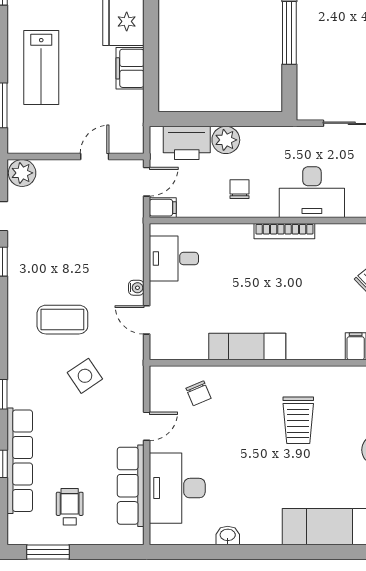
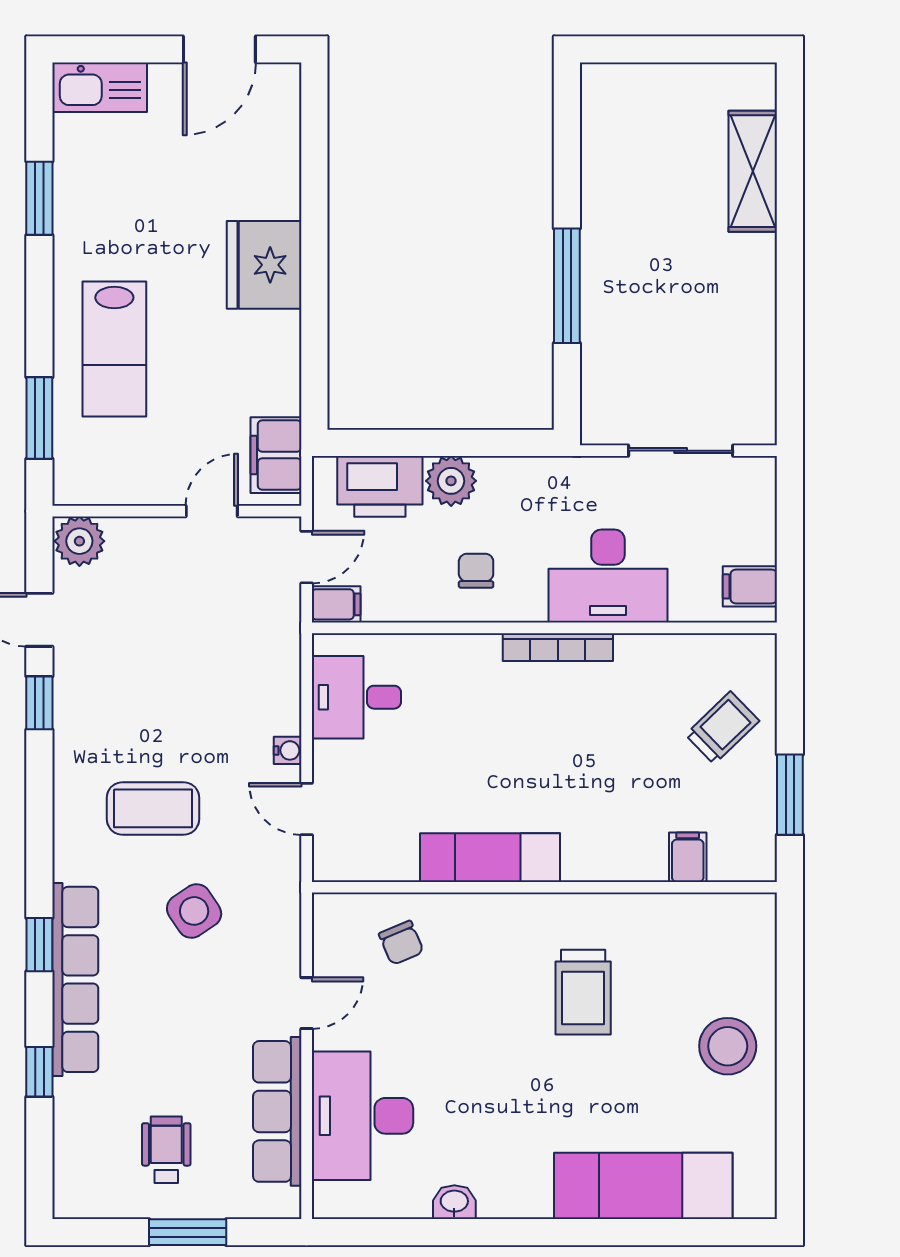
filing cabinet: (130, 68) -> (276, 455), moved
row of seats: (20, 461) -> (75, 979), moved
window: (48, 552) -> (188, 1232), moved

